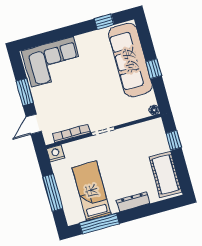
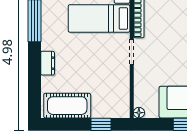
bed: (91, 191) -> (99, 18), moved, turned 180
dresser: (133, 202) -> (48, 63), width x0.70

